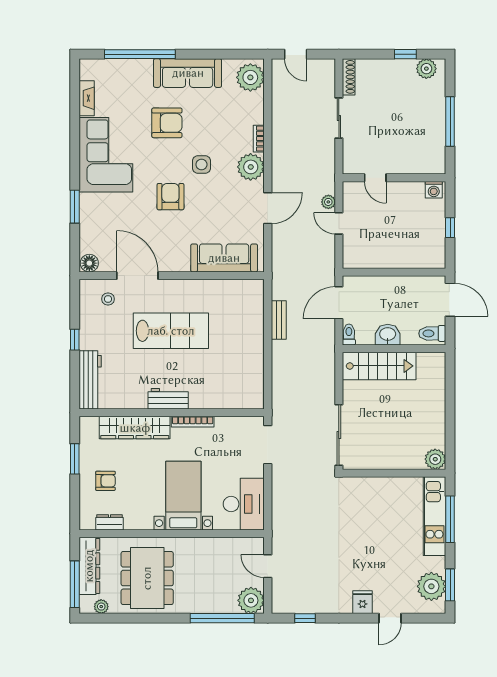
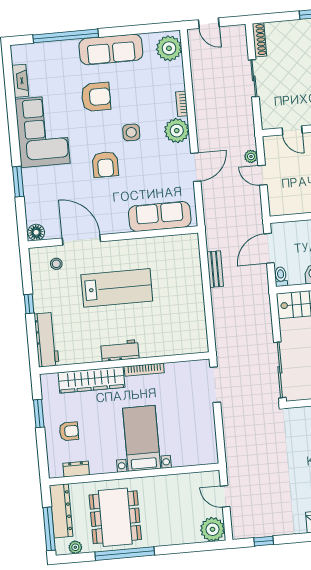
armchair: (170, 197) -> (105, 164), turned 180
desk: (244, 504) -> (198, 441), removed
window: (222, 618) -> (125, 554), moved

